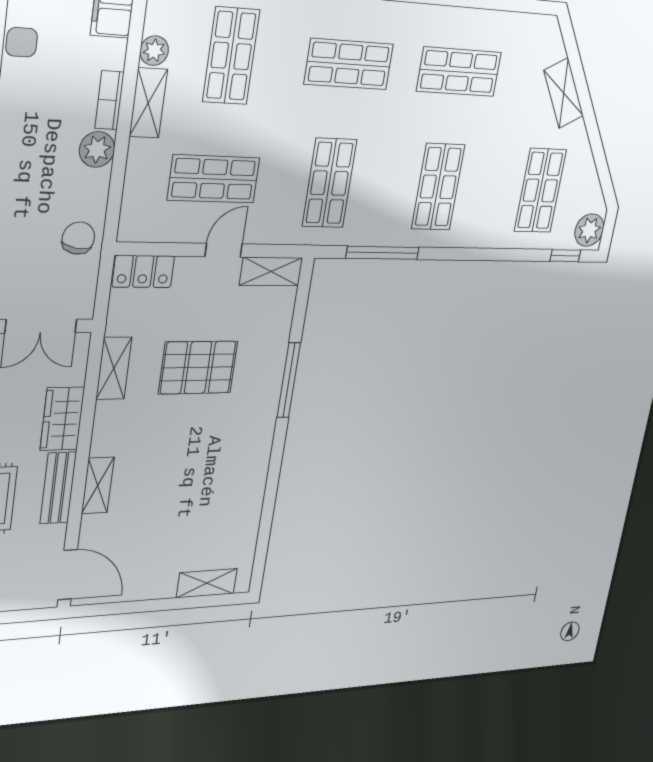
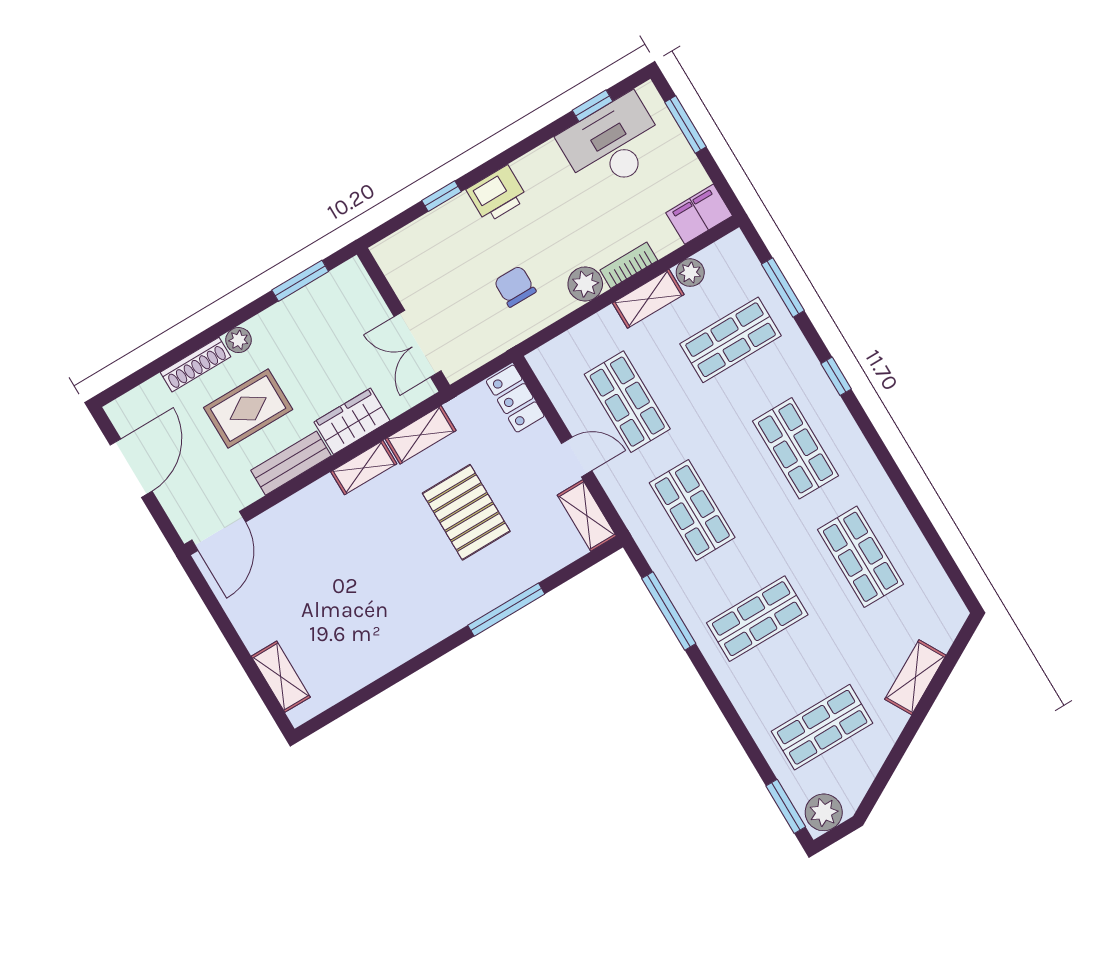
shop shelf: (329, 183) -> (692, 510), turned 90
chair: (78, 238) -> (515, 286), moved, turned -100
window: (565, 256) -> (786, 806), width x1.50
shelving: (98, 485) -> (364, 468), moved

